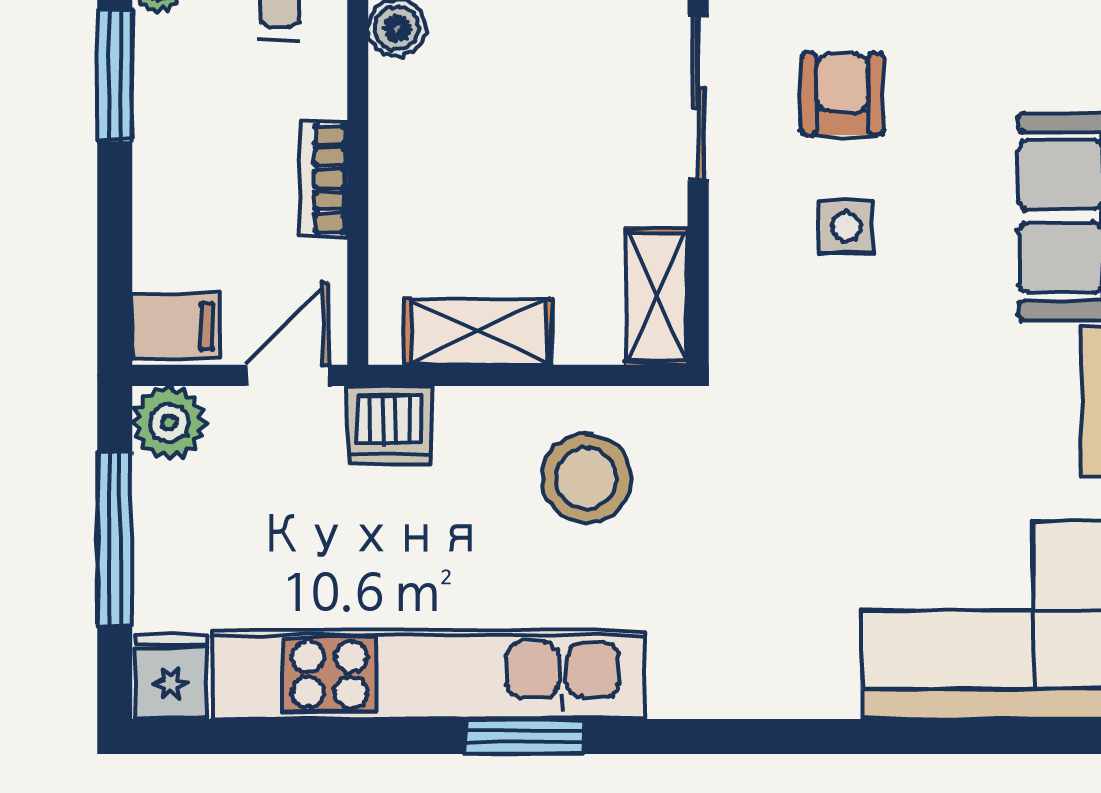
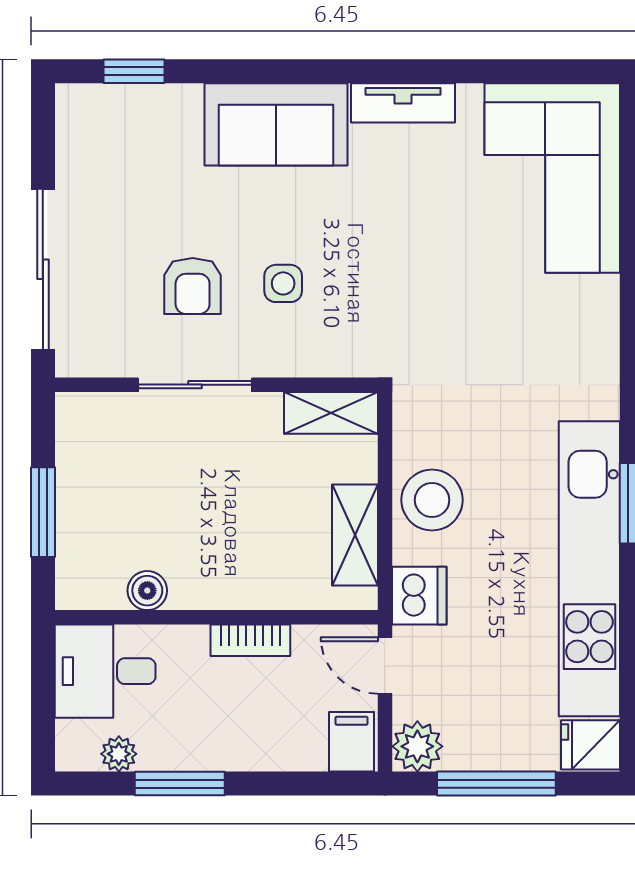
armchair: (842, 94) -> (193, 286), turned -90
stool: (586, 479) -> (432, 500), moved

